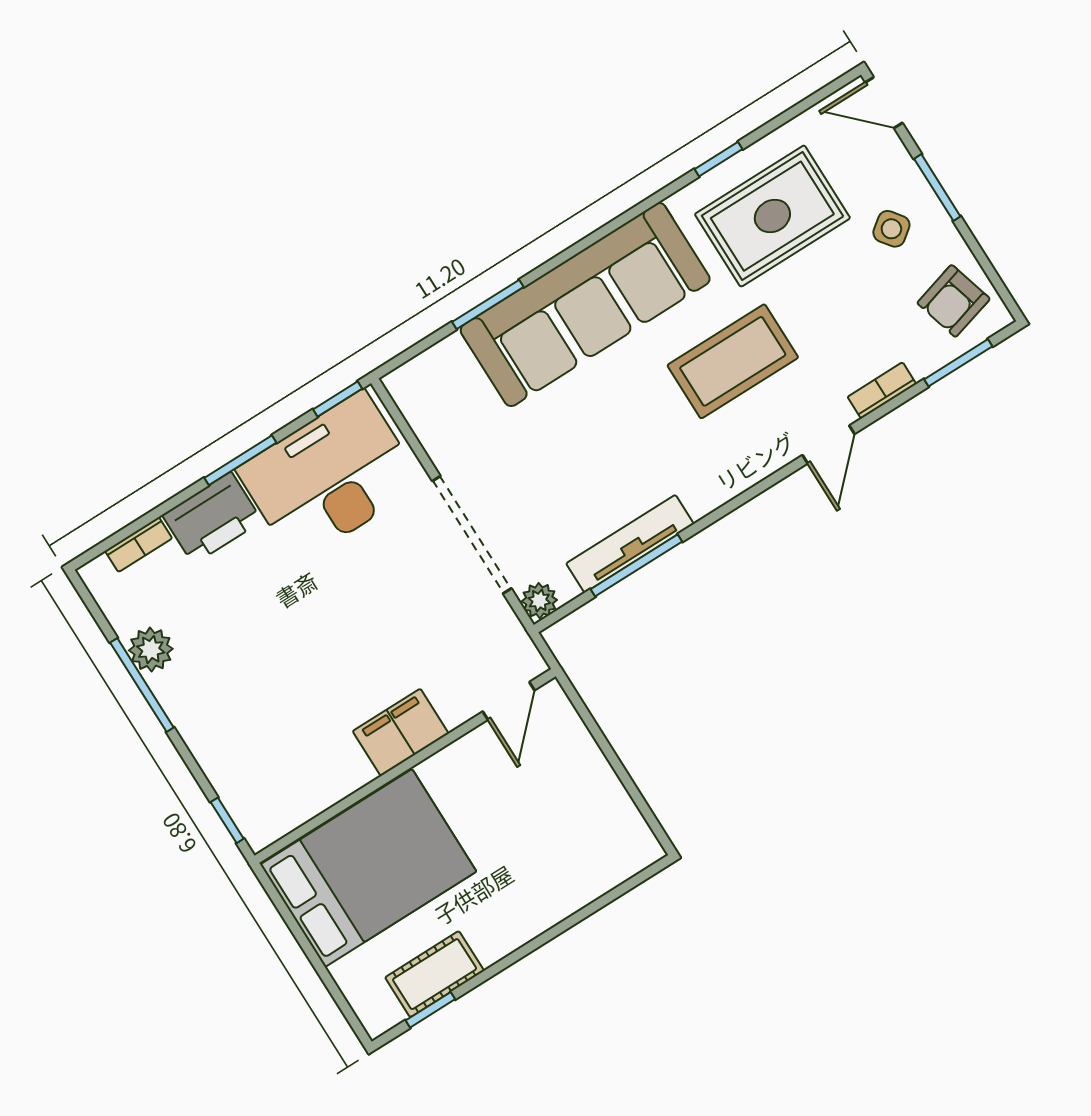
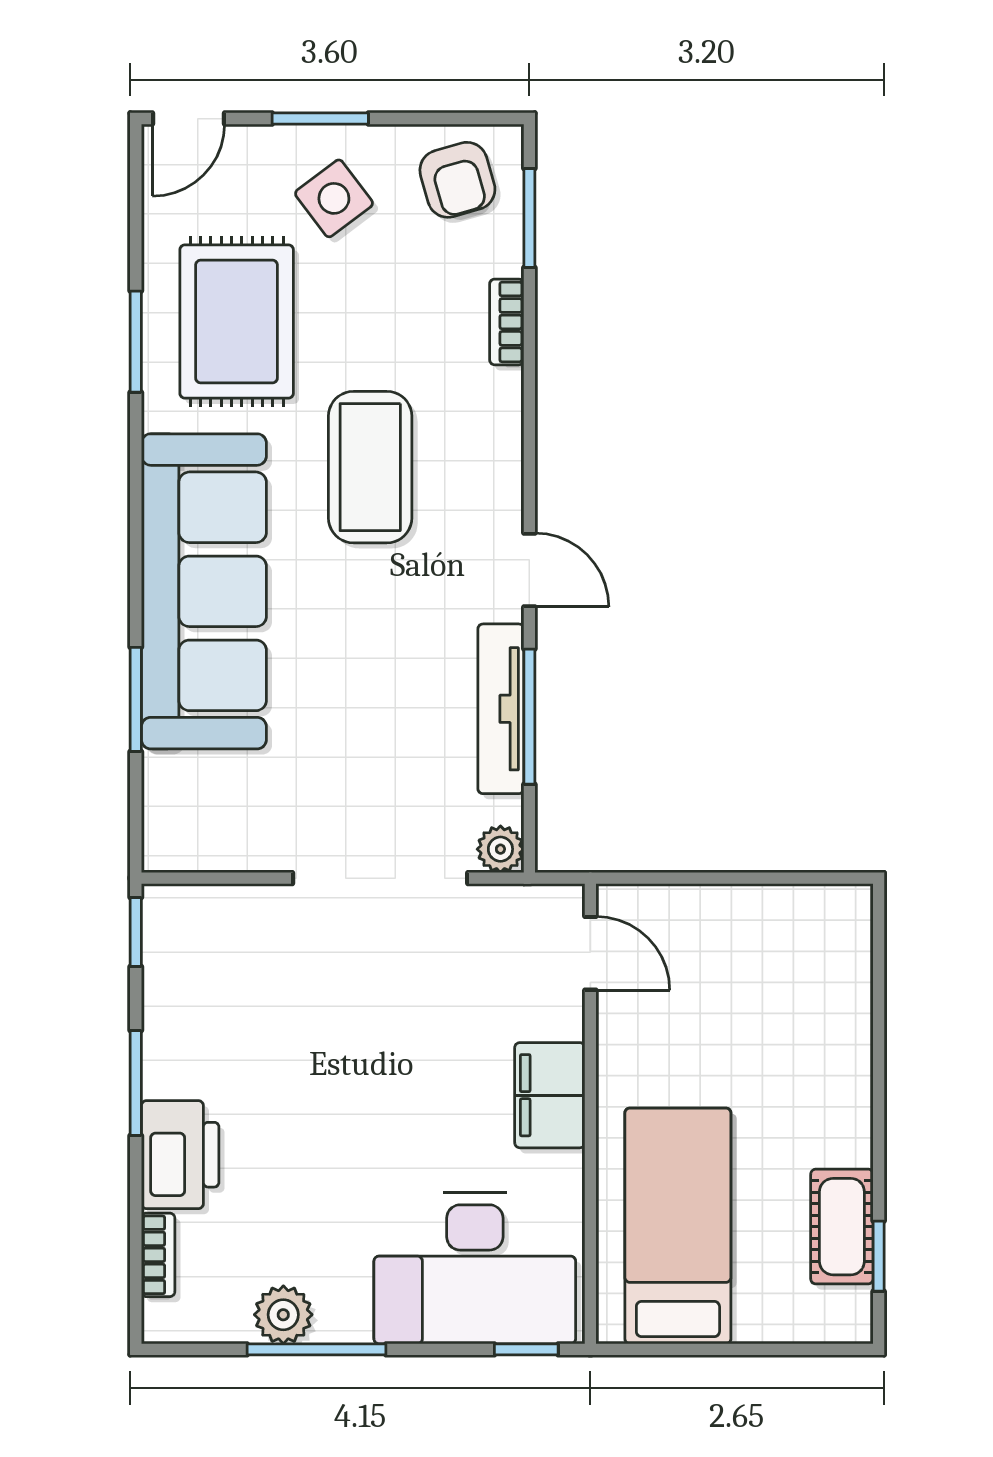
window: (719, 159) -> (136, 342), width x1.50
side table: (891, 229) -> (334, 198), width x1.37, depth x1.37
door: (828, 445) -> (529, 570), moved
desk: (330, 477) -> (475, 1268), moved, turned -90
bed: (368, 868) -> (678, 1226), width x0.67

